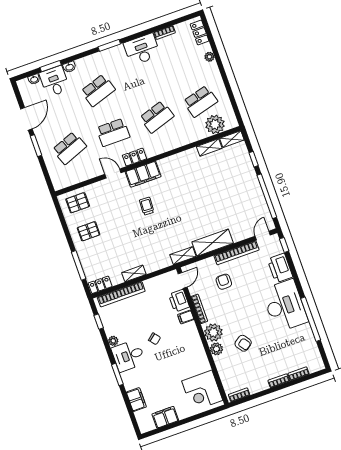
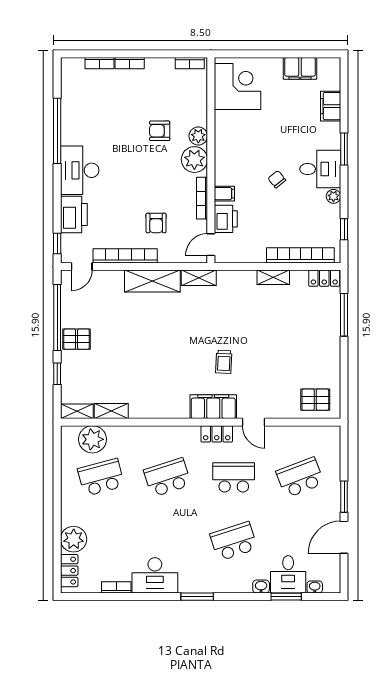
plant: (209, 57) -> (74, 539), width x1.88, depth x1.88
pallet: (89, 231) -> (76, 339), moved
desk: (285, 306) -> (80, 170), width x0.73, depth x0.77
armchair: (243, 343) -> (160, 131), turned -55

